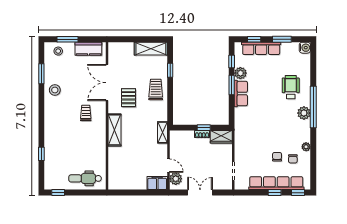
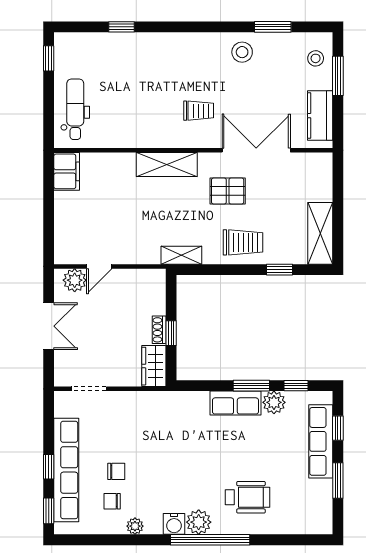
water cooler: (305, 48) -> (174, 524), moved
shelving: (162, 132) -> (181, 255), moved
filing cabinet: (157, 183) -> (67, 171), moved

